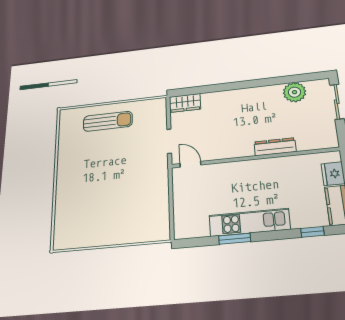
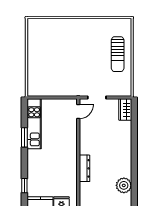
kitchen unit: (249, 222) -> (34, 124), moved

